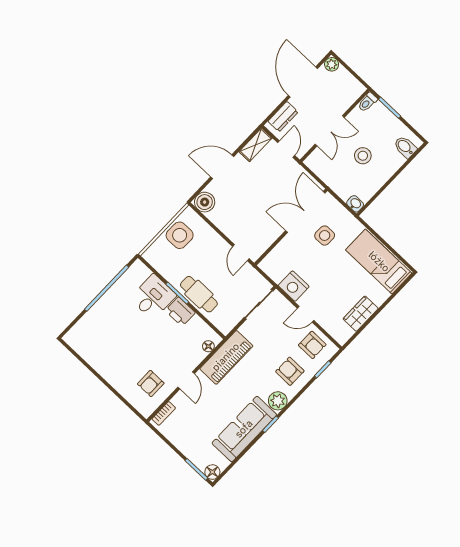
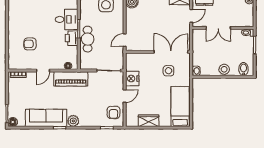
stool: (363, 156) -> (224, 69), moved
door: (306, 314) -> (125, 96), swing flipped
armchair: (290, 371) -> (92, 114), removed
armchair: (151, 384) -> (30, 44), moved

